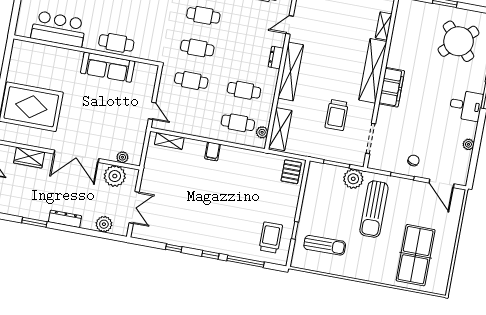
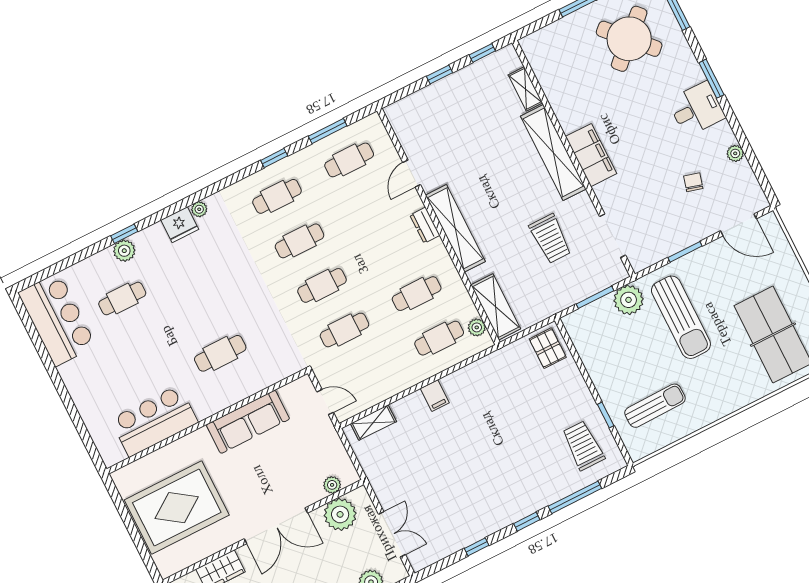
bar counter: (59, 29) -> (154, 421), moved
wall: (86, 50) -> (207, 421), moved
sofa: (108, 67) -> (248, 422), moved
chair: (413, 160) -> (693, 182), moved

